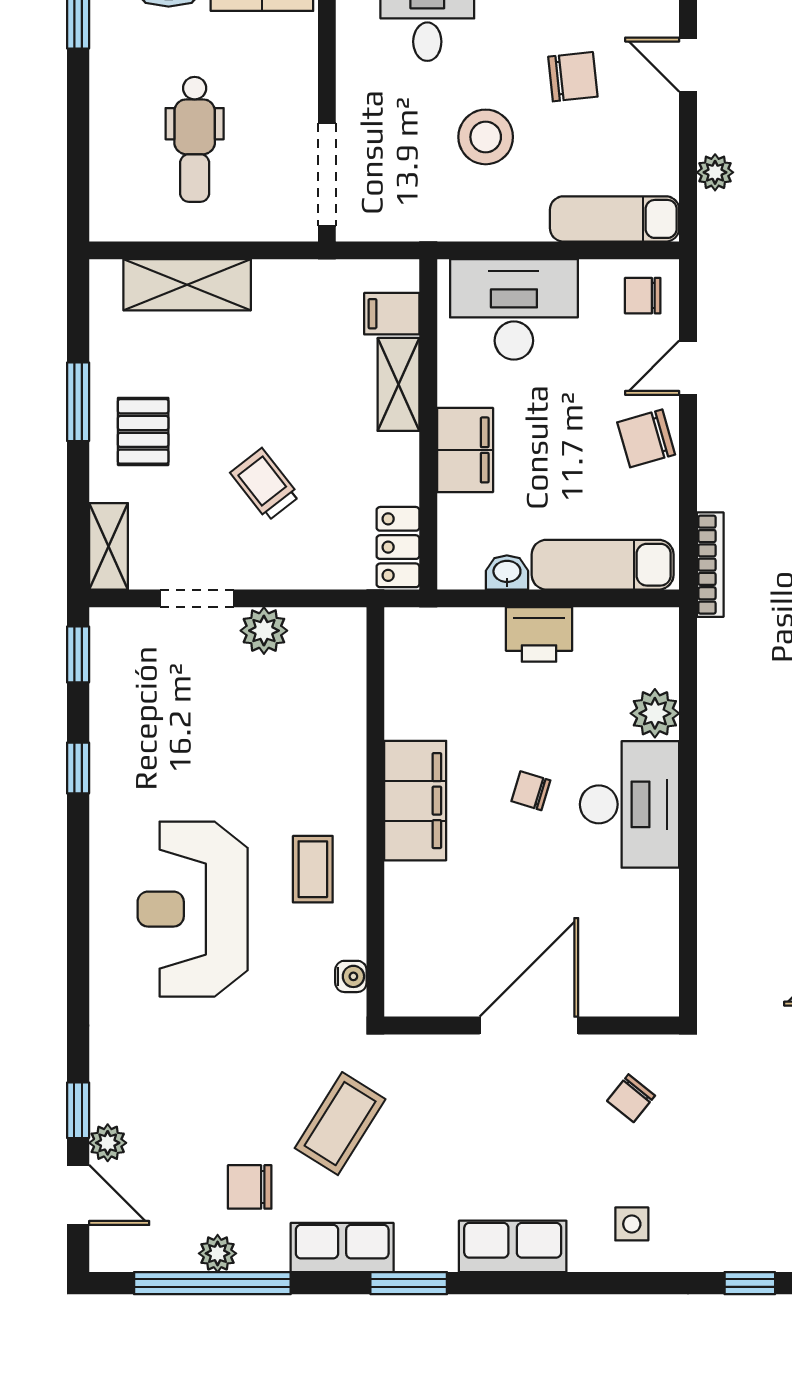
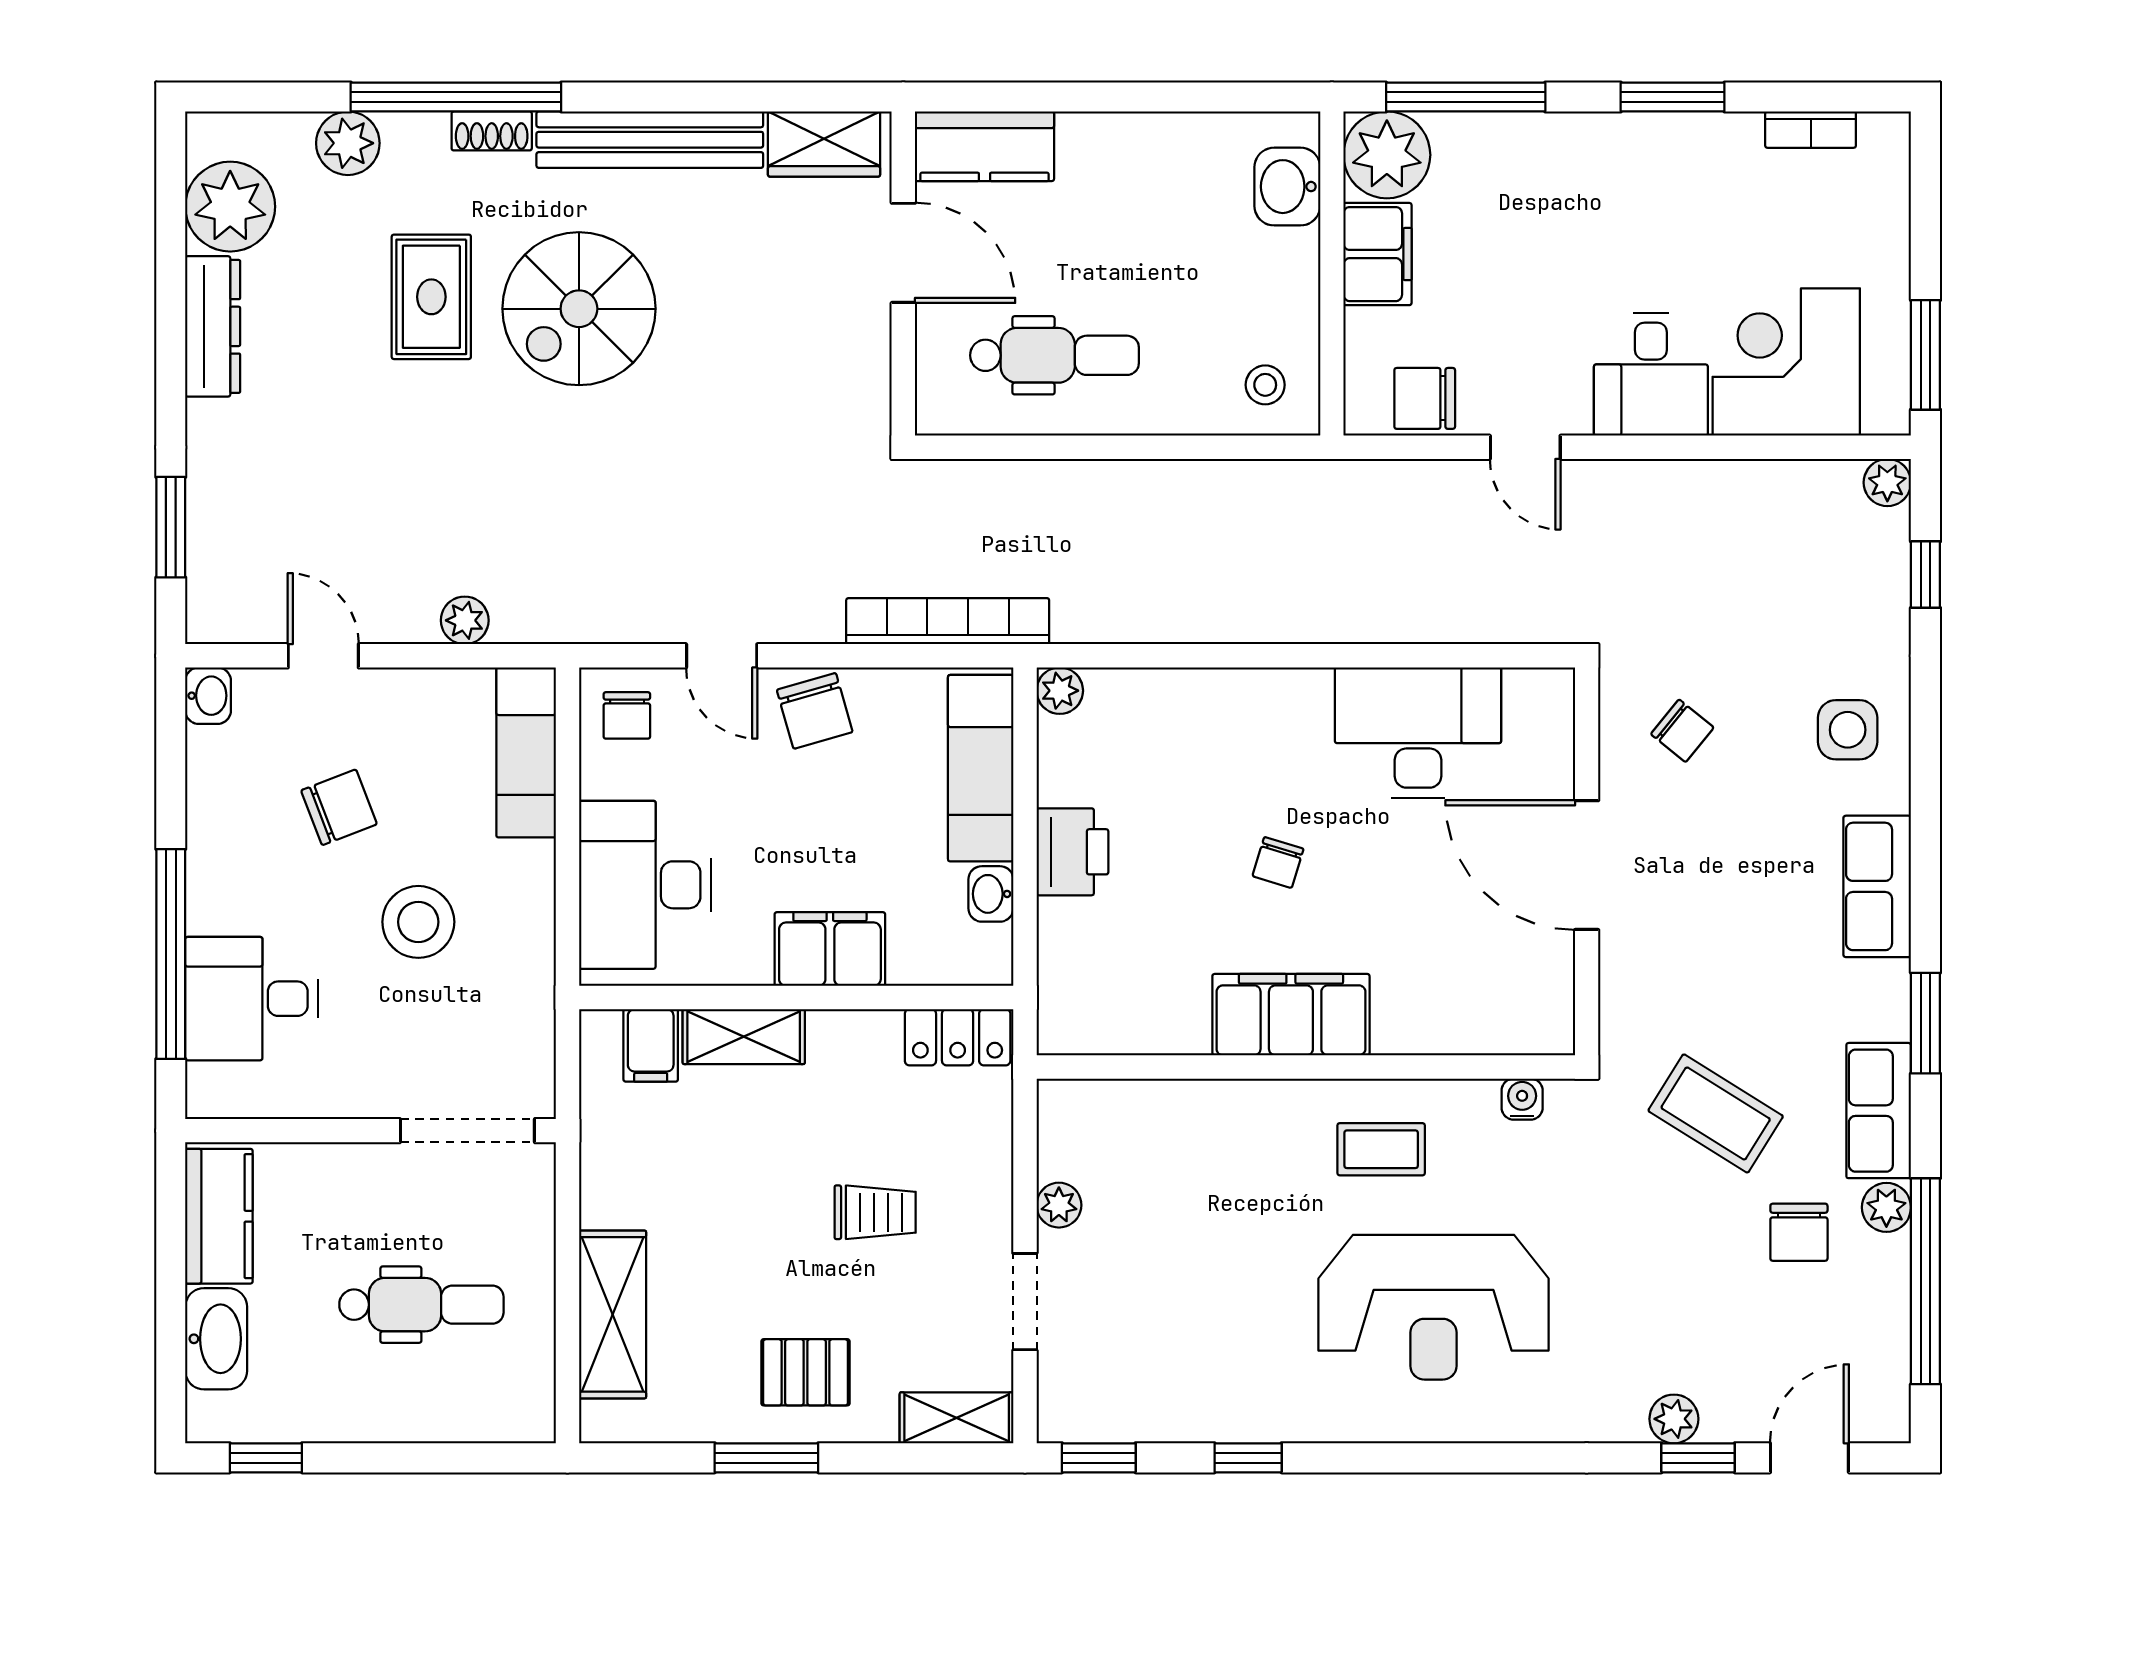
door: (688, 65) -> (323, 656), swing flipped
chair: (573, 77) -> (339, 807), turned 75
trolley: (265, 484) -> (875, 1212), turned -142
bookcase: (710, 565) -> (948, 621), width x1.48, depth x1.31
plant: (264, 631) -> (1059, 1205), width x0.73, depth x0.73
plant: (655, 713) -> (1060, 691), moved, width x0.73, depth x0.73
desk: (630, 804) -> (1418, 733), moved
plant: (108, 1143) -> (1674, 1419), moved
side table: (632, 1224) -> (1848, 730), width x1.37, depth x1.37
plant: (218, 1253) -> (1886, 1207), moved

